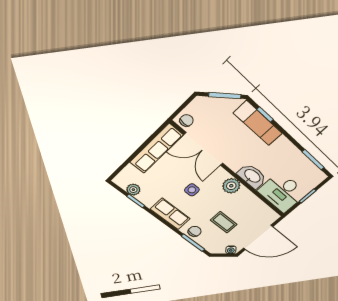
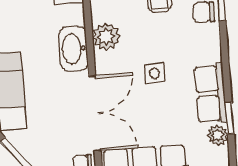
washbasin: (252, 176) -> (74, 49), moved
row of seats: (170, 214) -> (211, 94), moved

